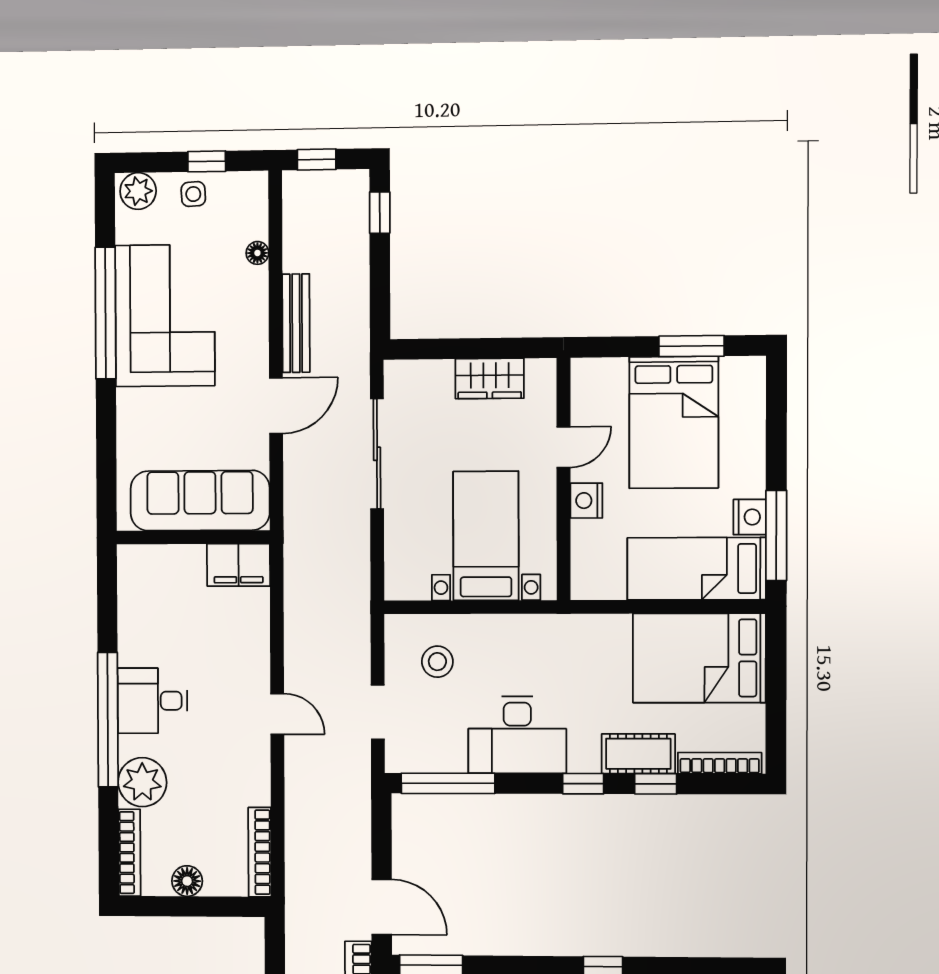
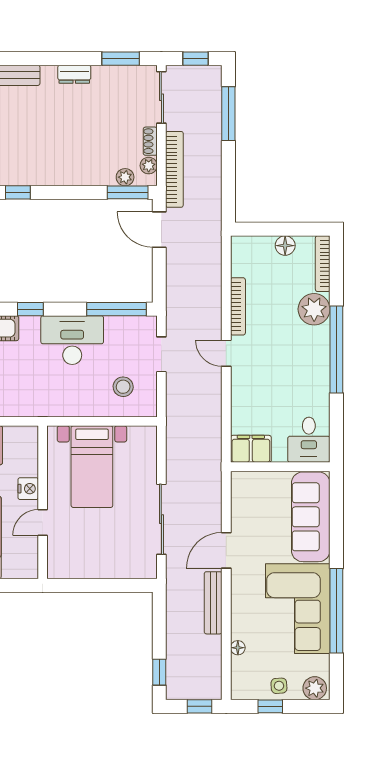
wardrobe: (490, 378) -> (89, 566), removed
sofa: (200, 501) -> (311, 517), moved, turned 90
desk: (152, 701) -> (309, 440), moved, turned 90
bookcase: (260, 852) -> (238, 306), moved

